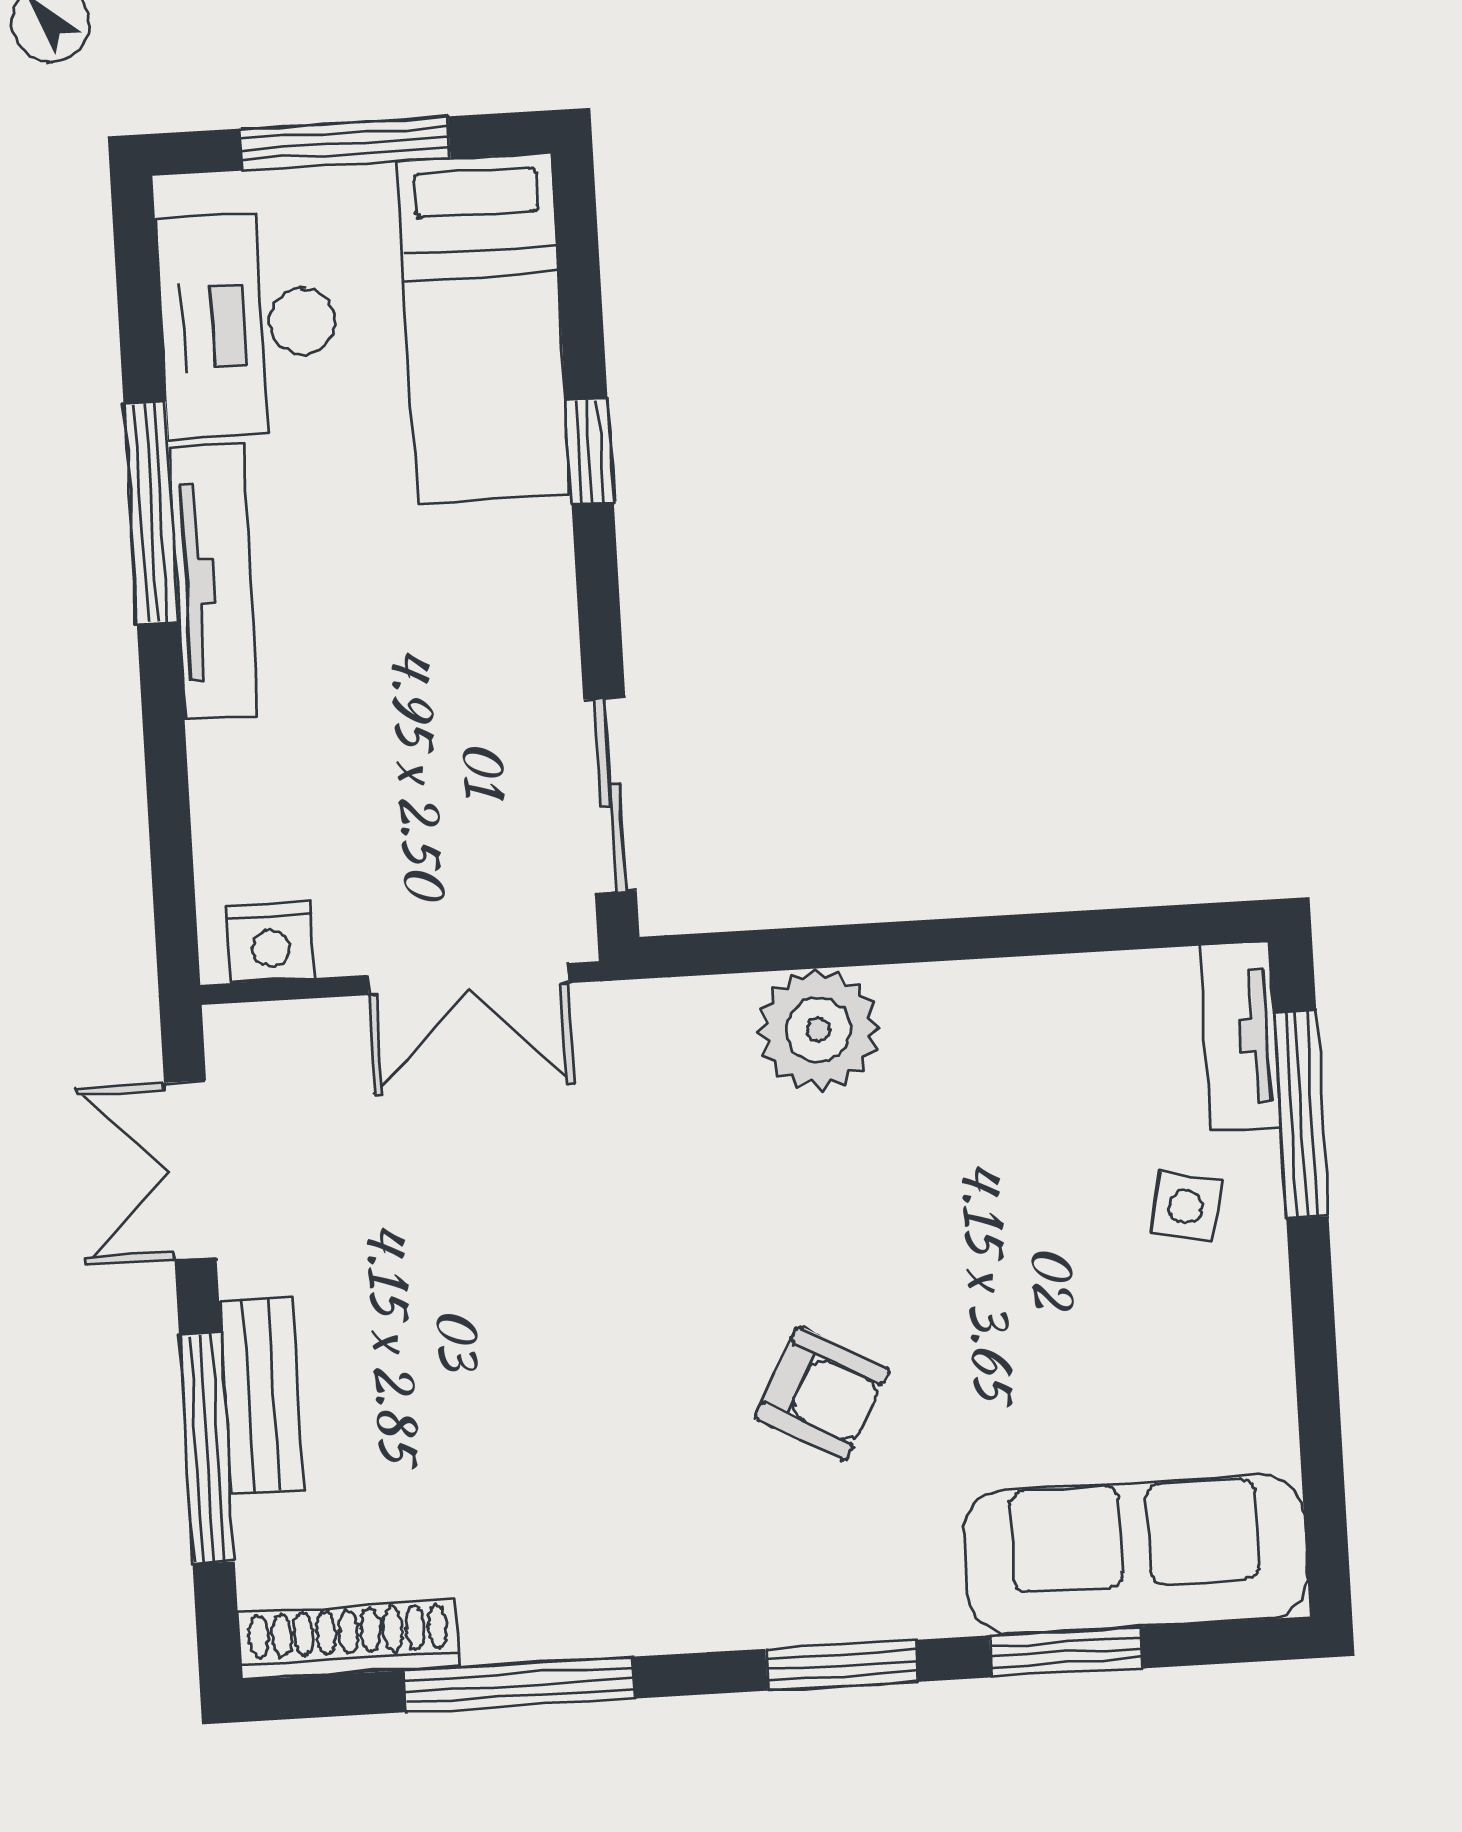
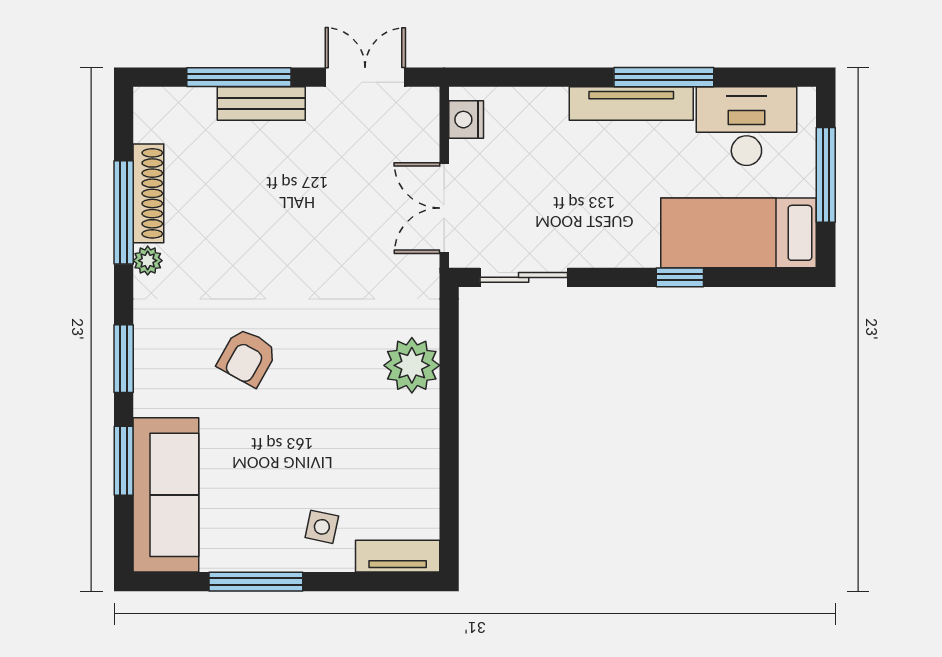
window: (1301, 1114) -> (256, 582), moved
plant: (622, 1625) -> (148, 261), added
shoe rack: (349, 1640) -> (148, 193), moved

